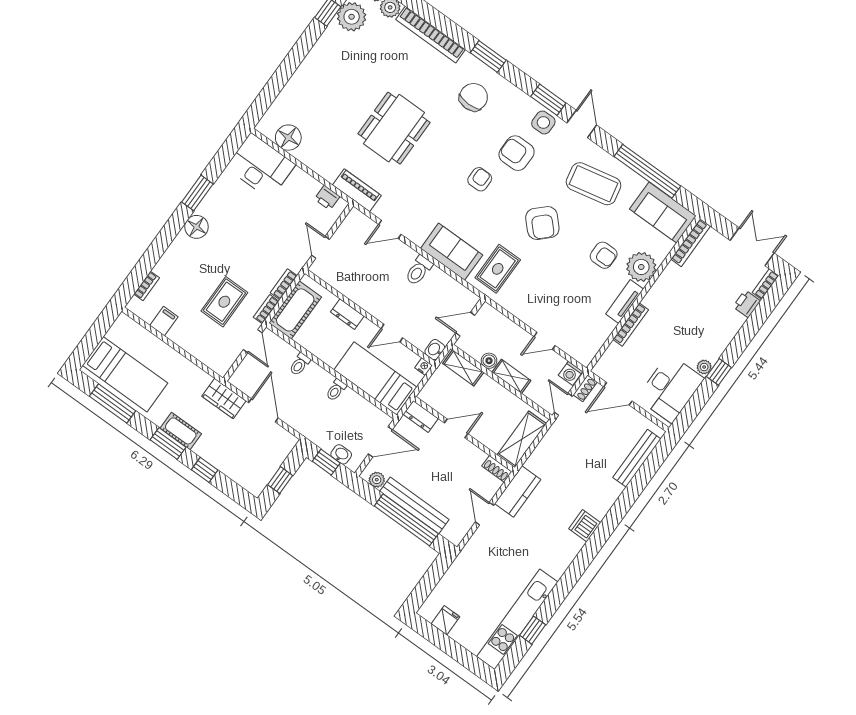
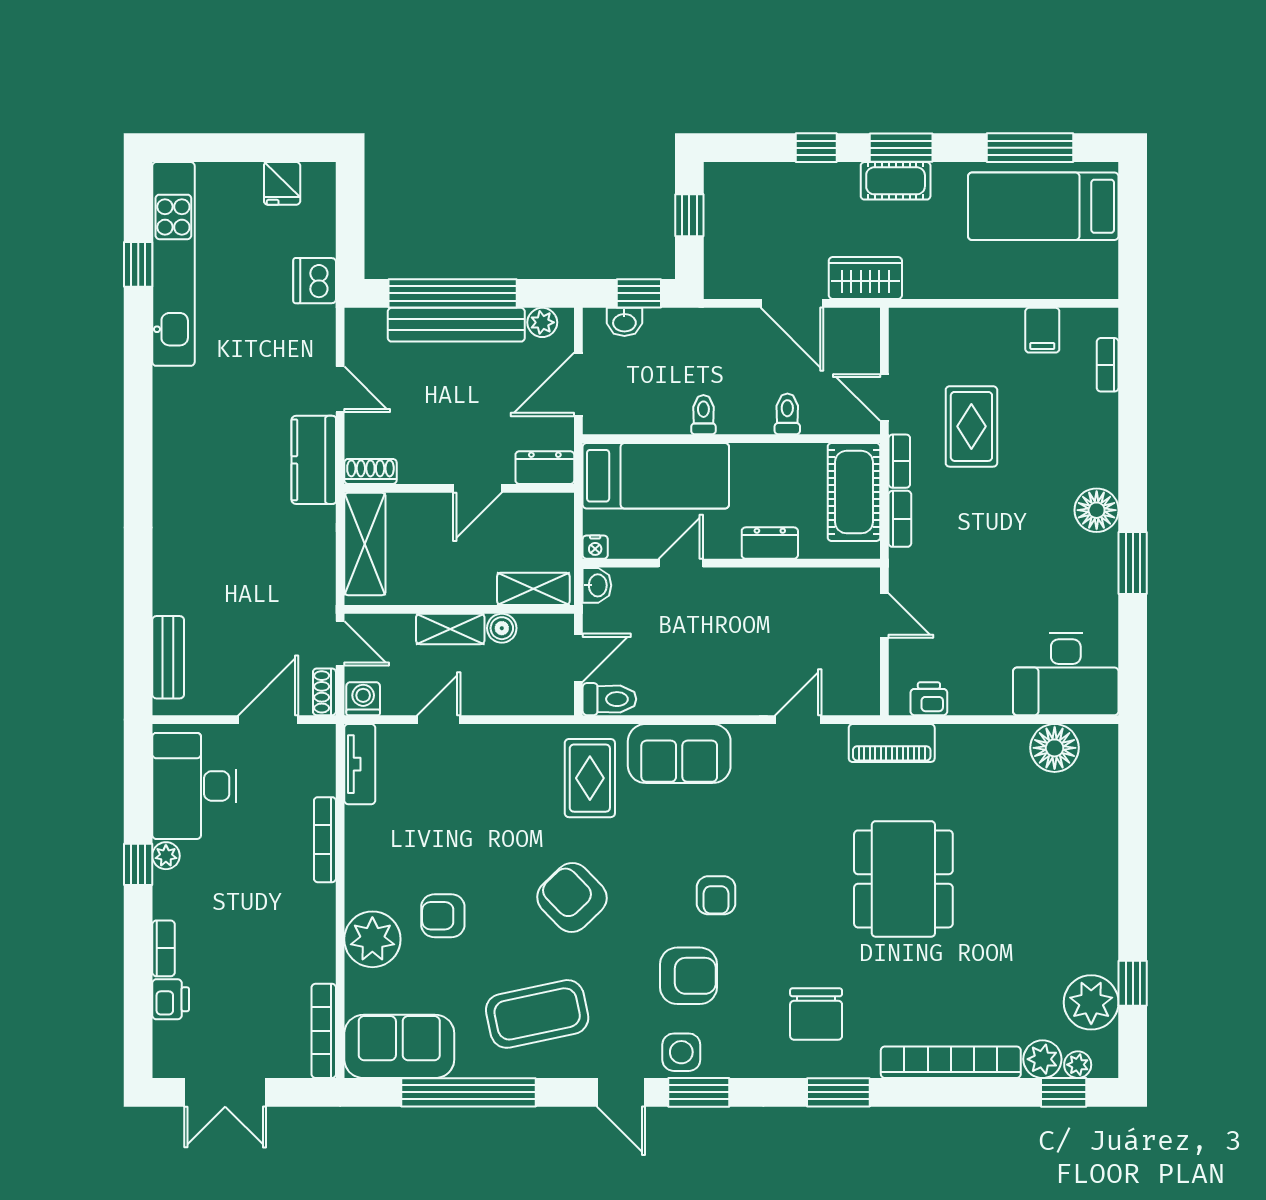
toilet: (419, 270) -> (609, 699), moved, turned 90
bookcase: (766, 284) -> (163, 948), moved
tv unit: (625, 301) -> (360, 764), moved
bench: (637, 458) -> (168, 657), width x0.73
dishwasher: (585, 526) -> (315, 281), moved, turned 180

